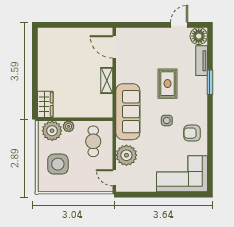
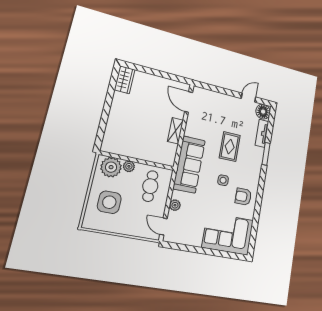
wardrobe: (45, 104) -> (125, 80), moved
plant: (126, 155) -> (175, 205), width x0.53, depth x0.53

